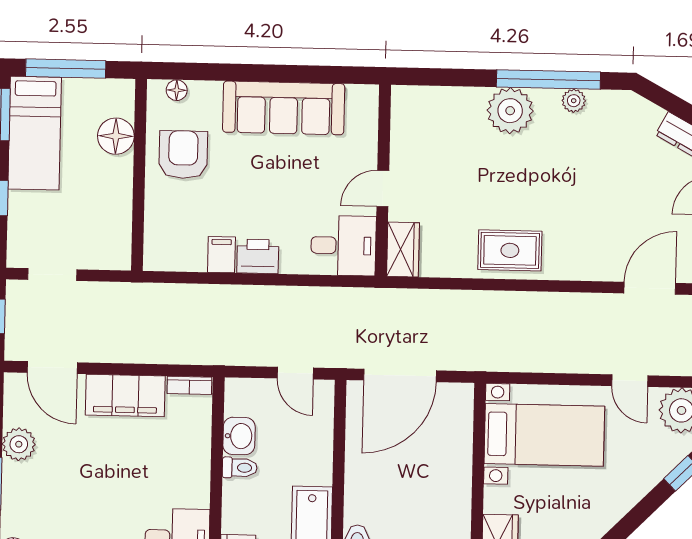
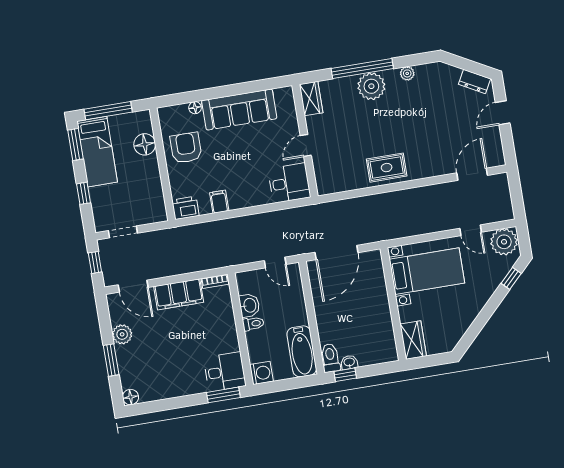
window: (548, 80) -> (362, 69), moved
floor lamp: (177, 90) -> (195, 108), moved
wardrobe: (403, 250) -> (311, 99), moved
printer: (258, 256) -> (185, 208), moved

